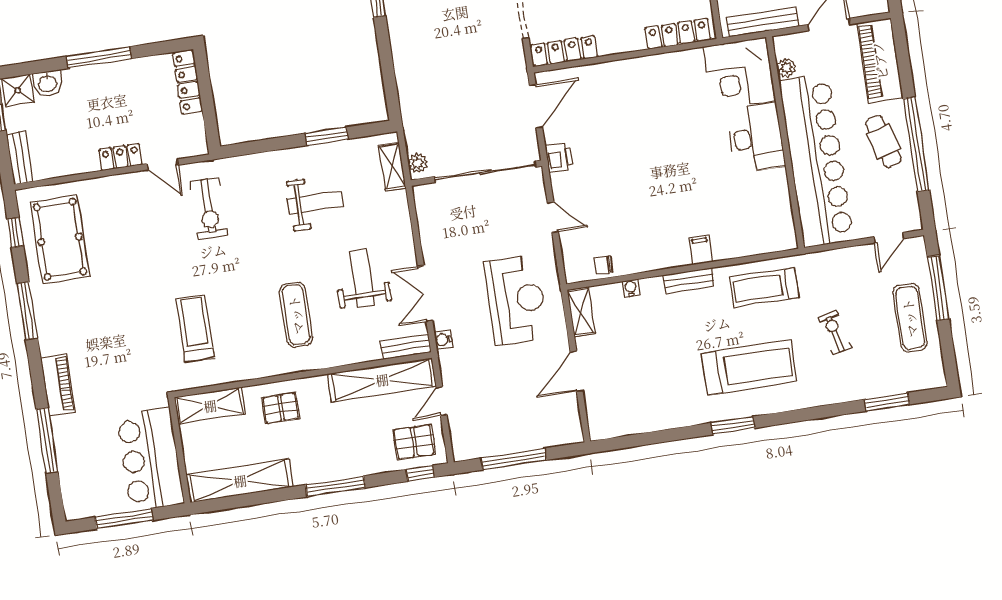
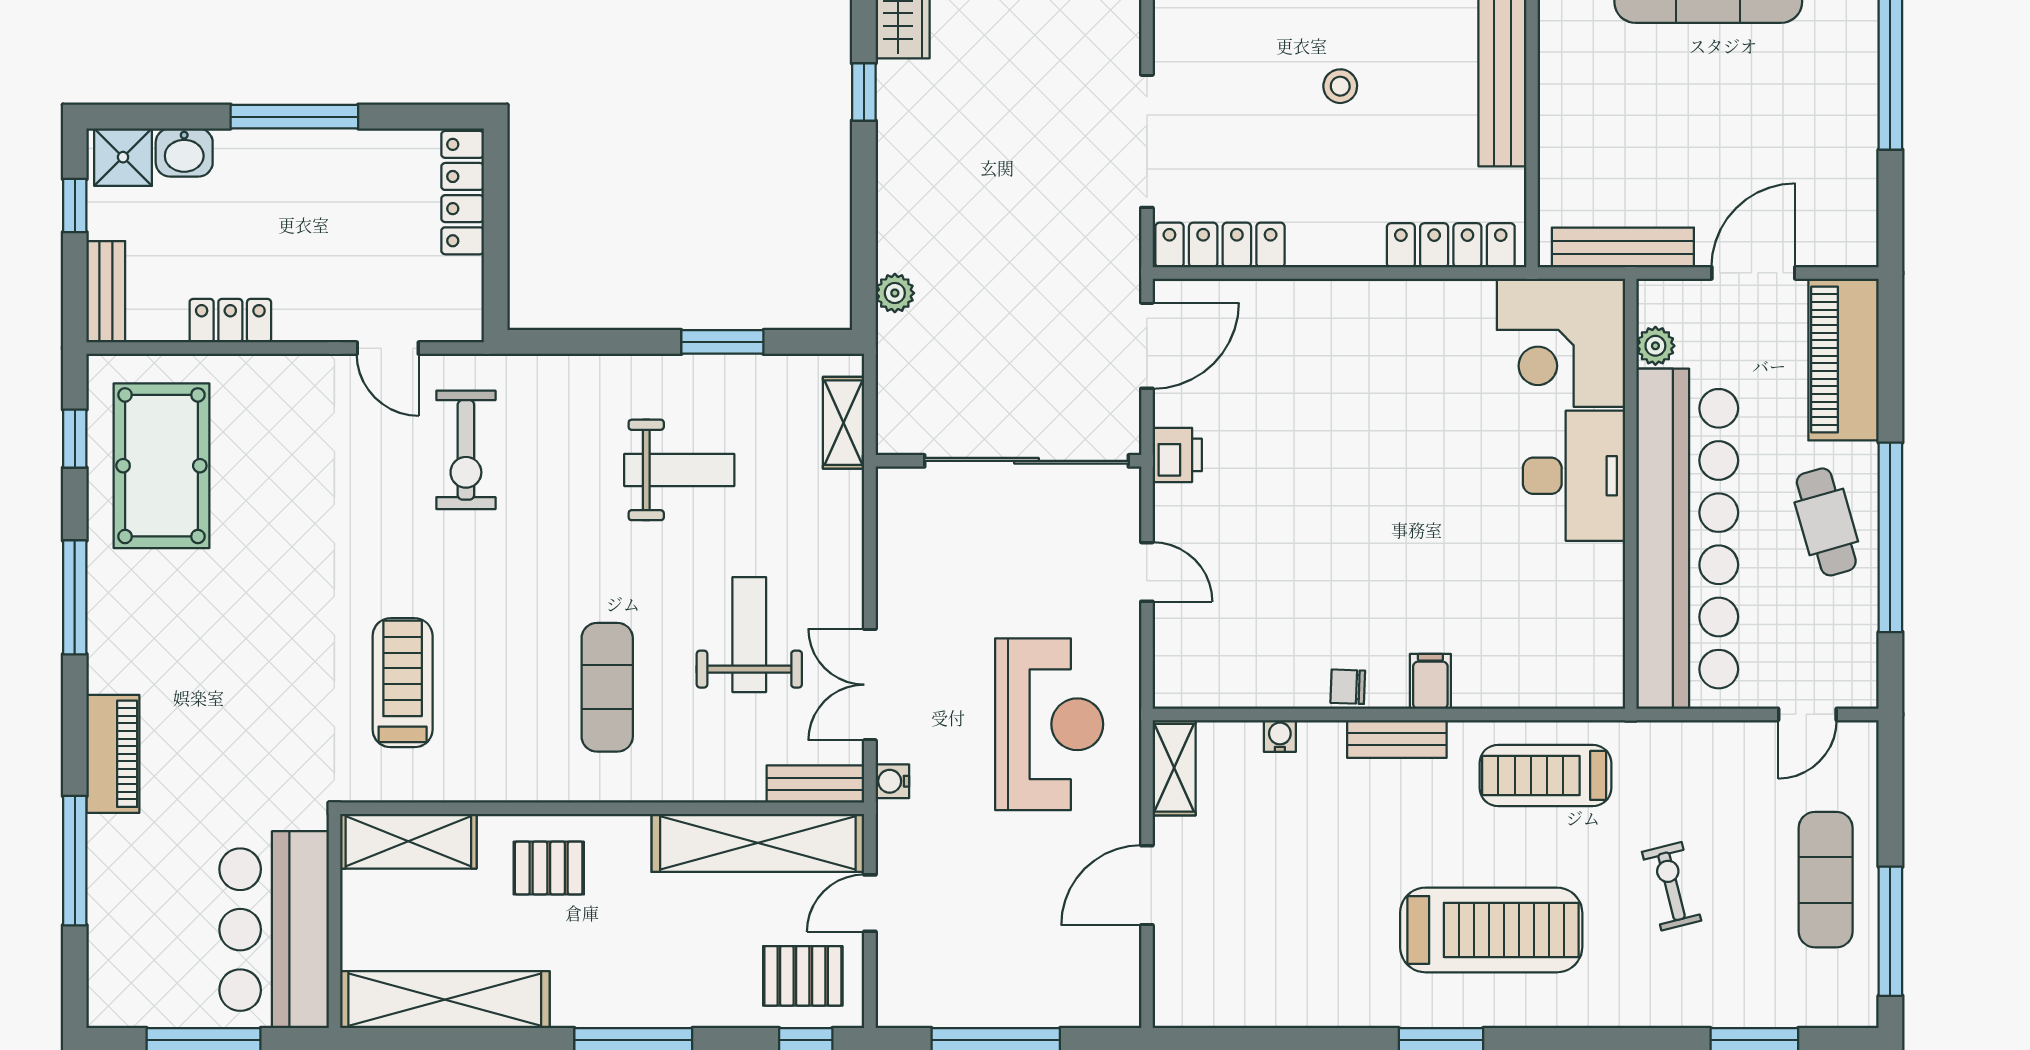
locker: (121, 157) -> (230, 321), moved
plant: (418, 163) -> (895, 293), moved
chair: (603, 265) -> (1348, 687), moved
window: (938, 288) -> (1890, 931), moved

